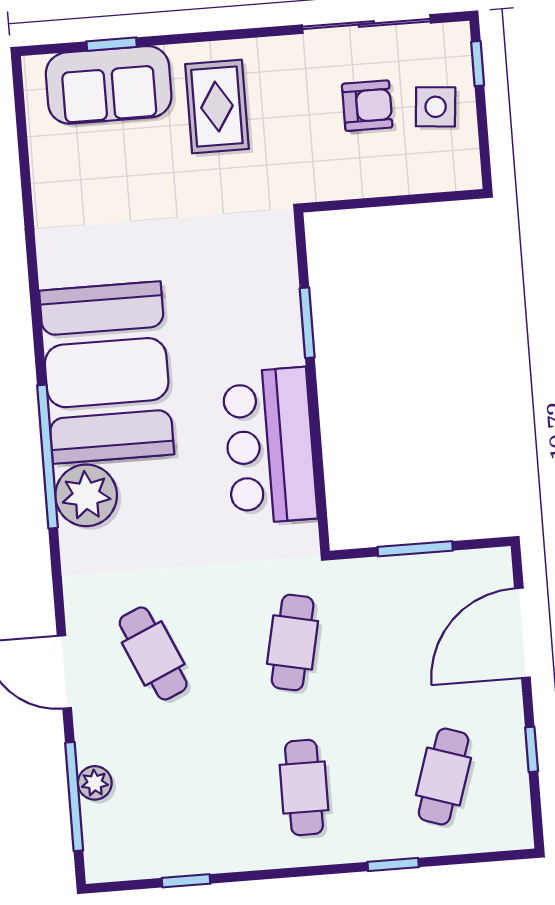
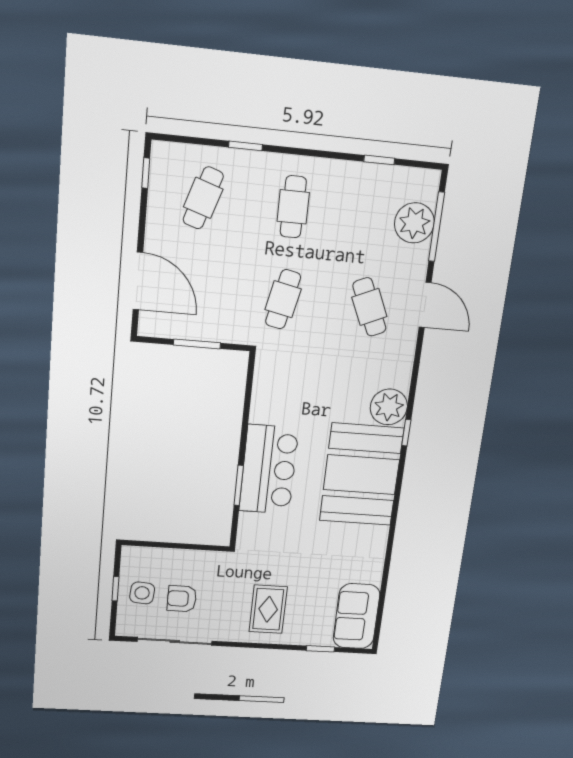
window: (478, 63) -> (115, 589), moved
sofa: (109, 85) -> (356, 616), moved, turned -90
bar counter: (270, 446) -> (269, 469), moved
window: (47, 457) -> (406, 433), width x0.32
door: (522, 633) -> (138, 281), hinge flipped
window: (532, 749) -> (146, 173), moved
plant: (95, 783) -> (414, 223), width x1.88, depth x1.88

